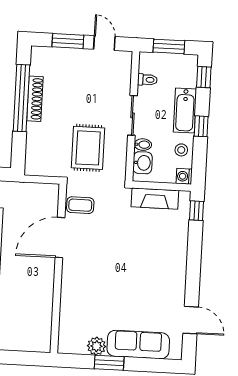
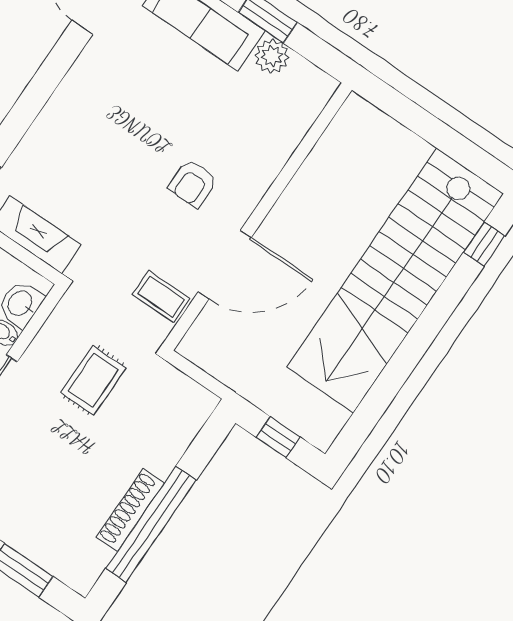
rug: (88, 148) -> (93, 380), width x0.73, depth x0.70
armchair: (97, 266) -> (193, 183), added

